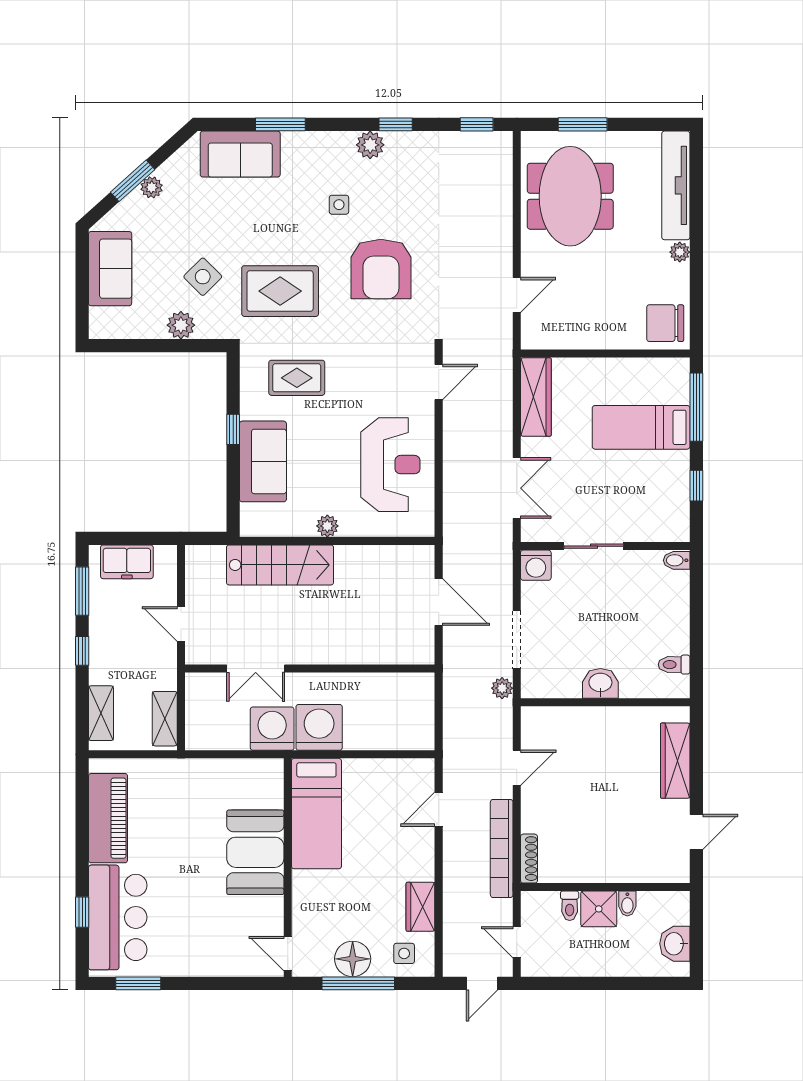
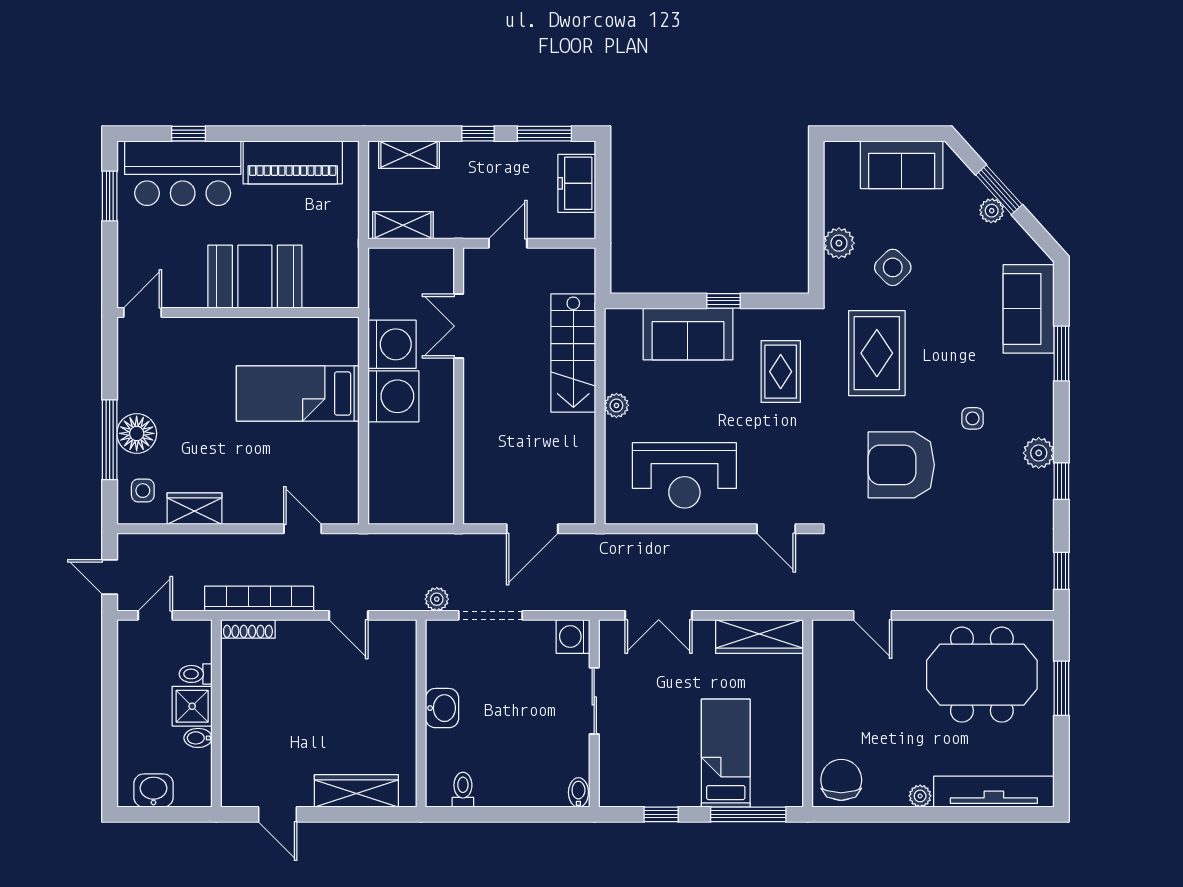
booth: (255, 852) -> (255, 277), moved
wall: (288, 868) -> (238, 312), moved
door: (288, 954) -> (143, 312), moved

